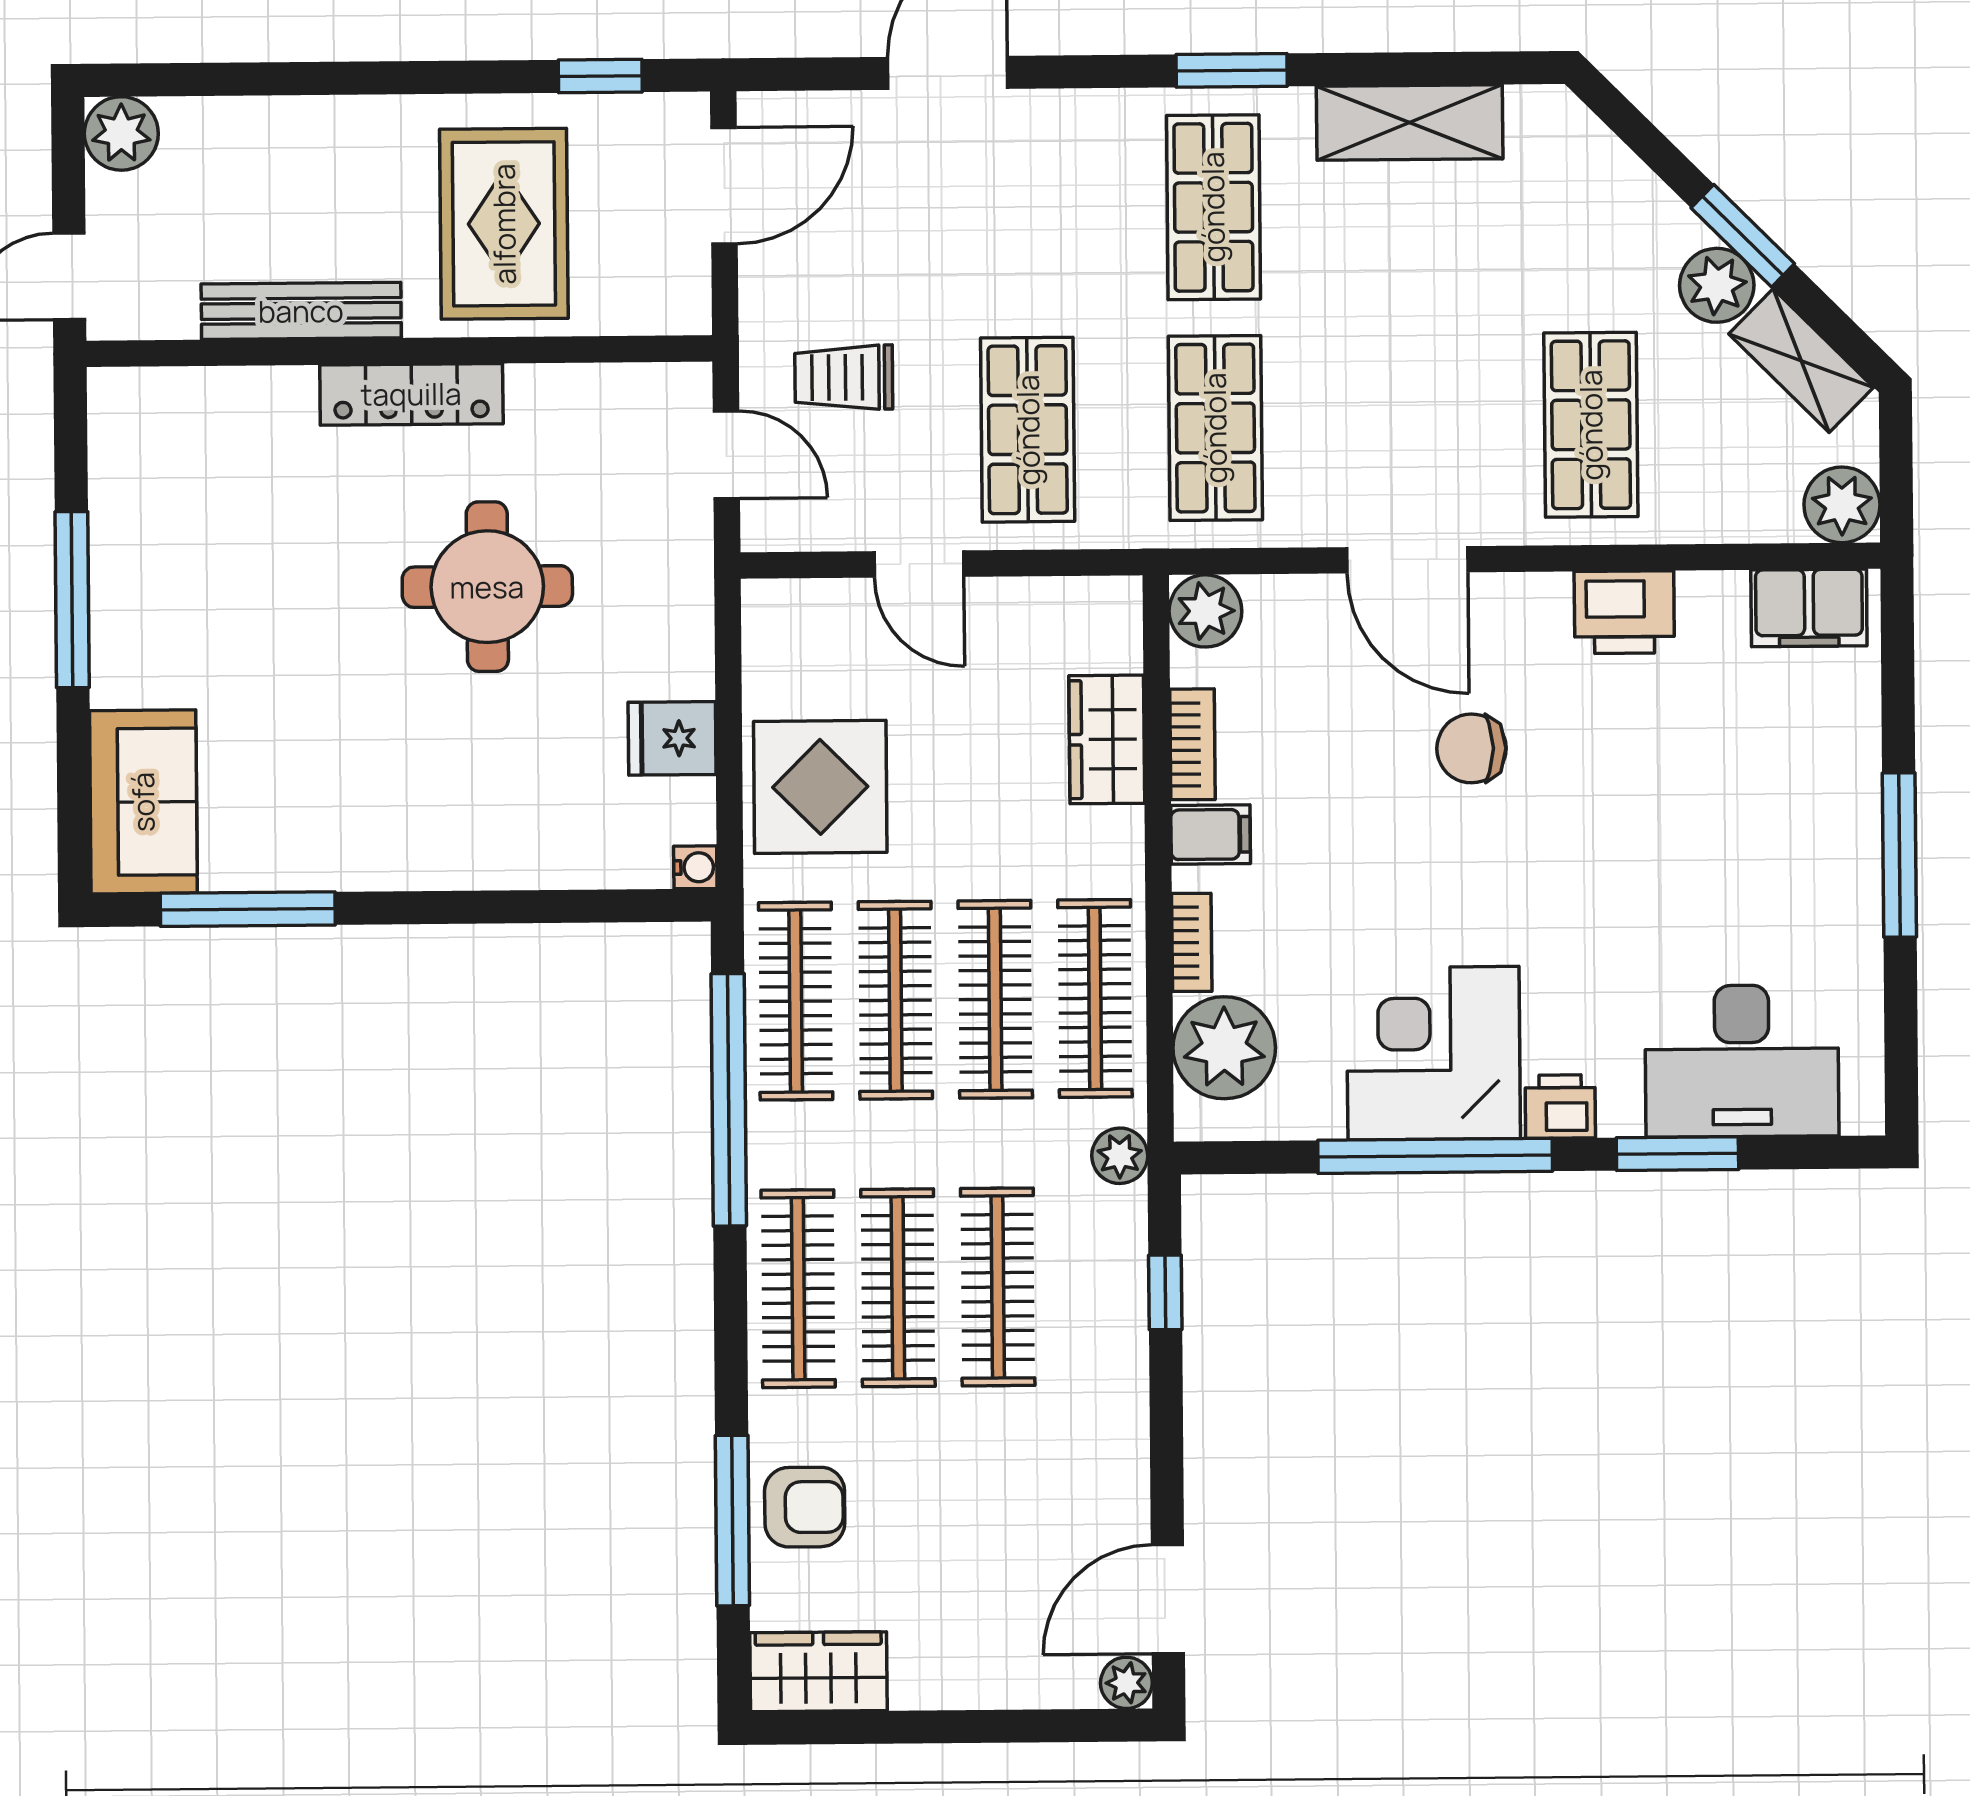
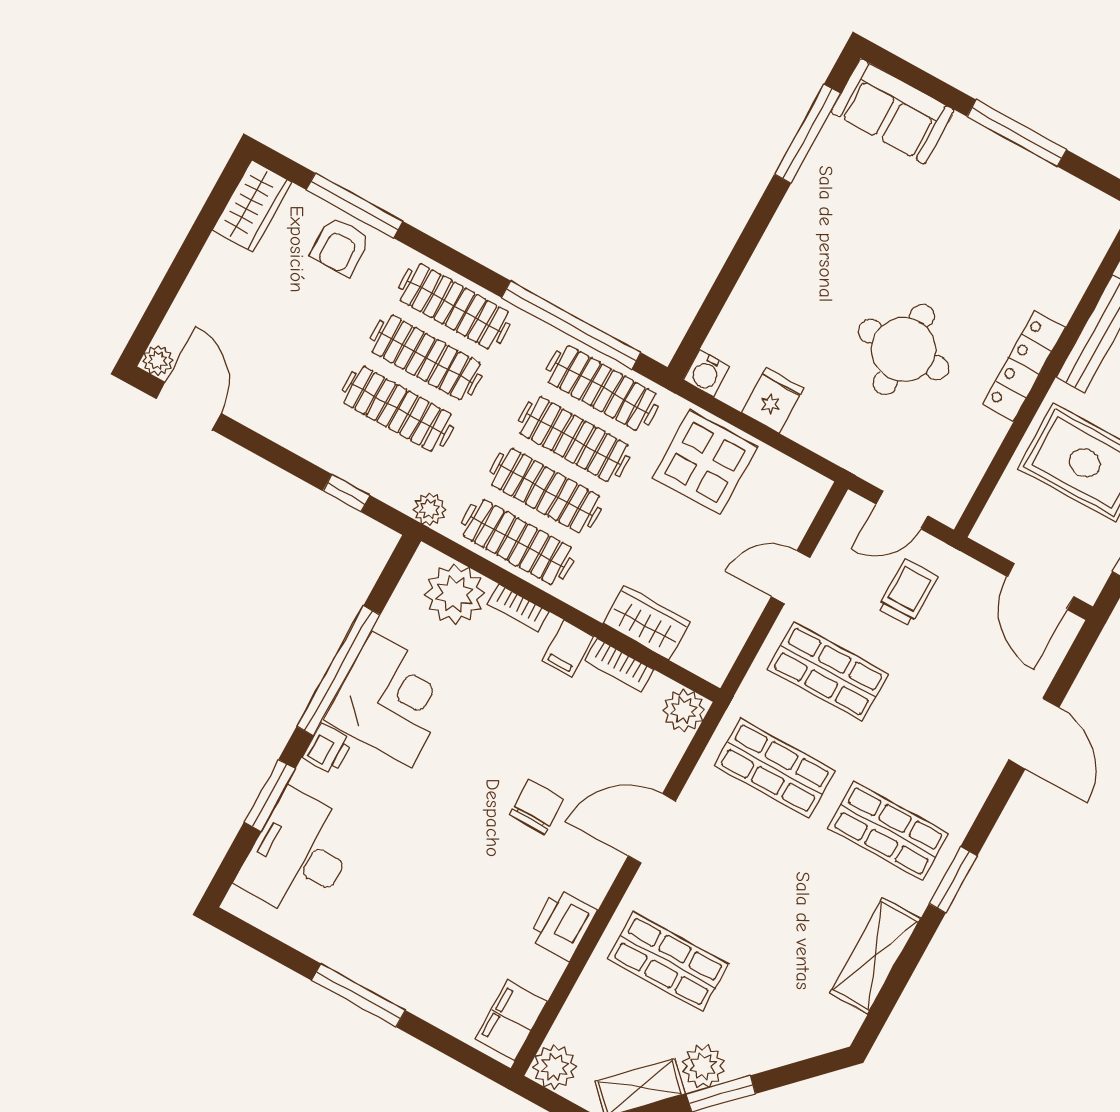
water cooler: (695, 867) -> (706, 373), width x1.38, depth x1.38

